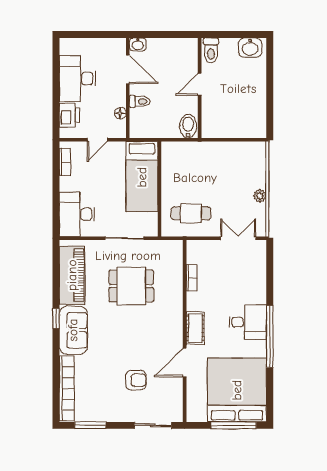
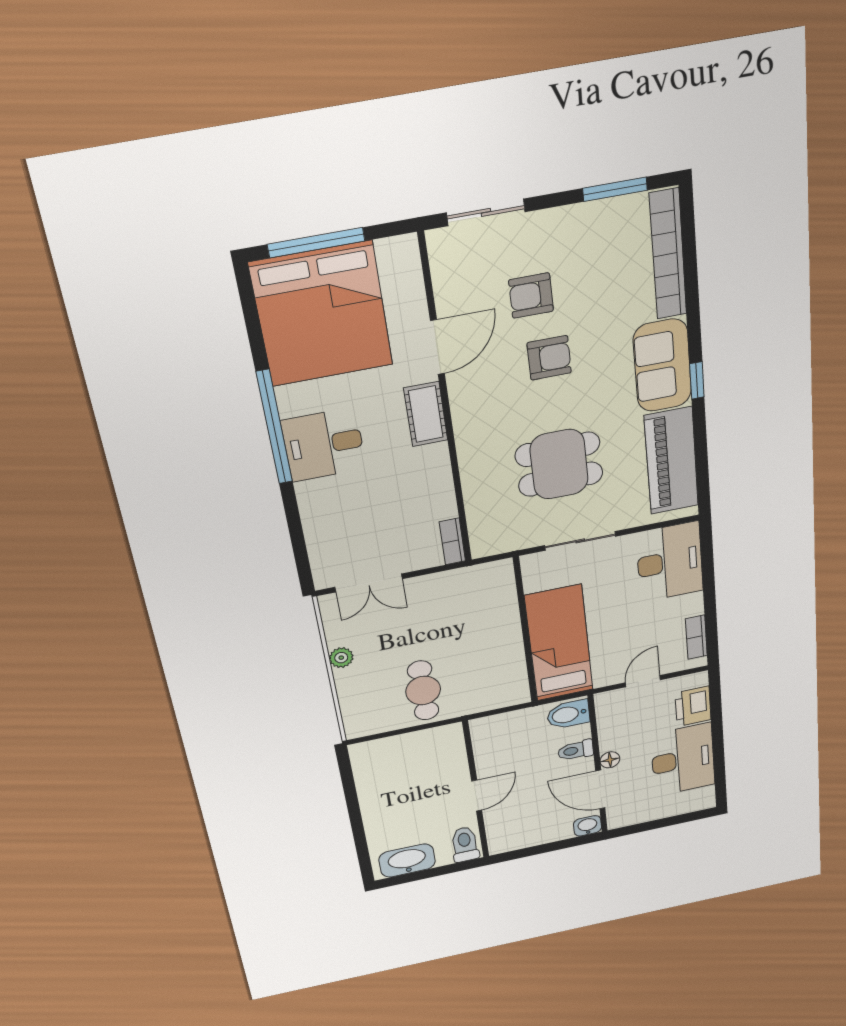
washbasin: (250, 48) -> (407, 861), width x1.38
floor lamp: (120, 113) -> (610, 760), moved
bidet: (188, 126) -> (568, 714), moved, turned 90
cafe table: (191, 213) -> (423, 690), moved, turned 90
bookcase: (192, 278) -> (452, 541), moved
armchair: (130, 346) -> (549, 358), added

